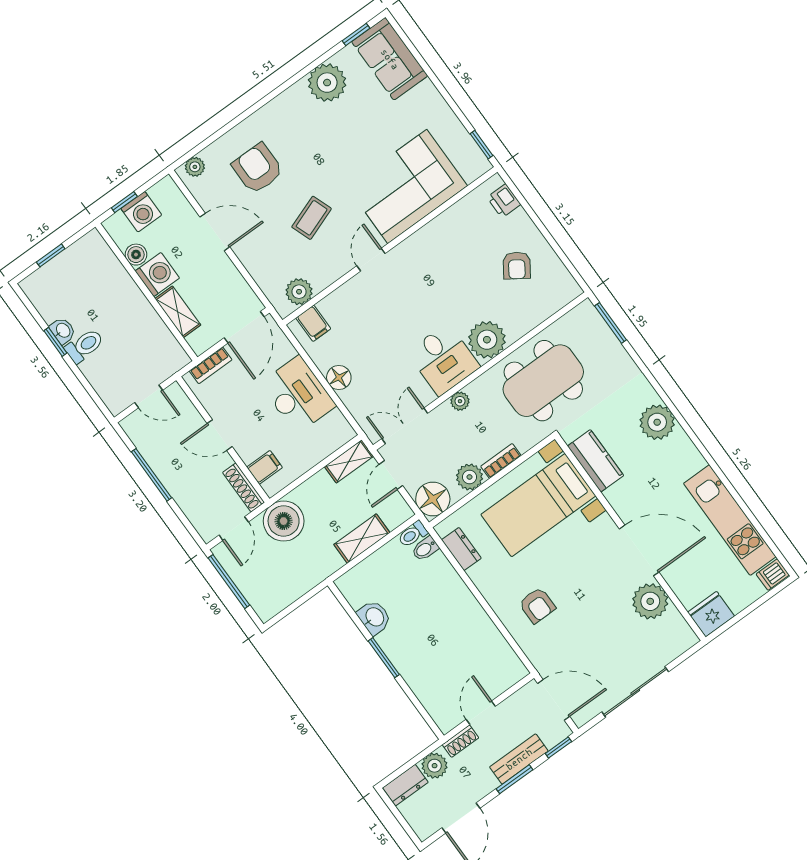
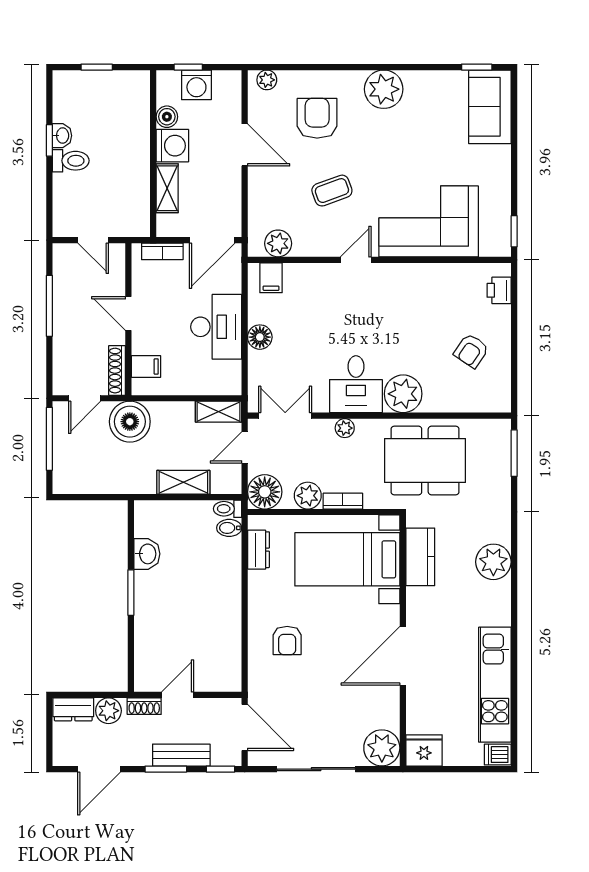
plant: (327, 83) -> (384, 89), moved
door: (639, 550) -> (403, 656), swing flipped
plant: (650, 601) -> (382, 748), moved

